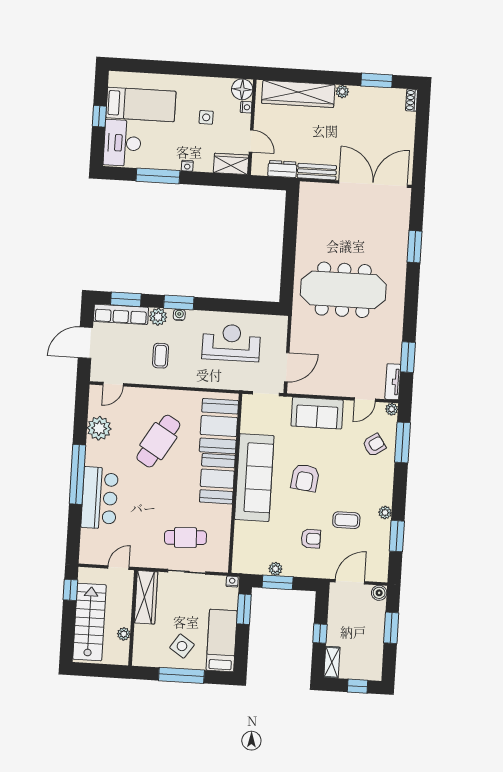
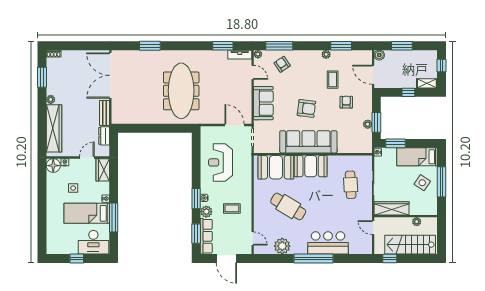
bed: (141, 104) -> (87, 213), moved, turned -90

